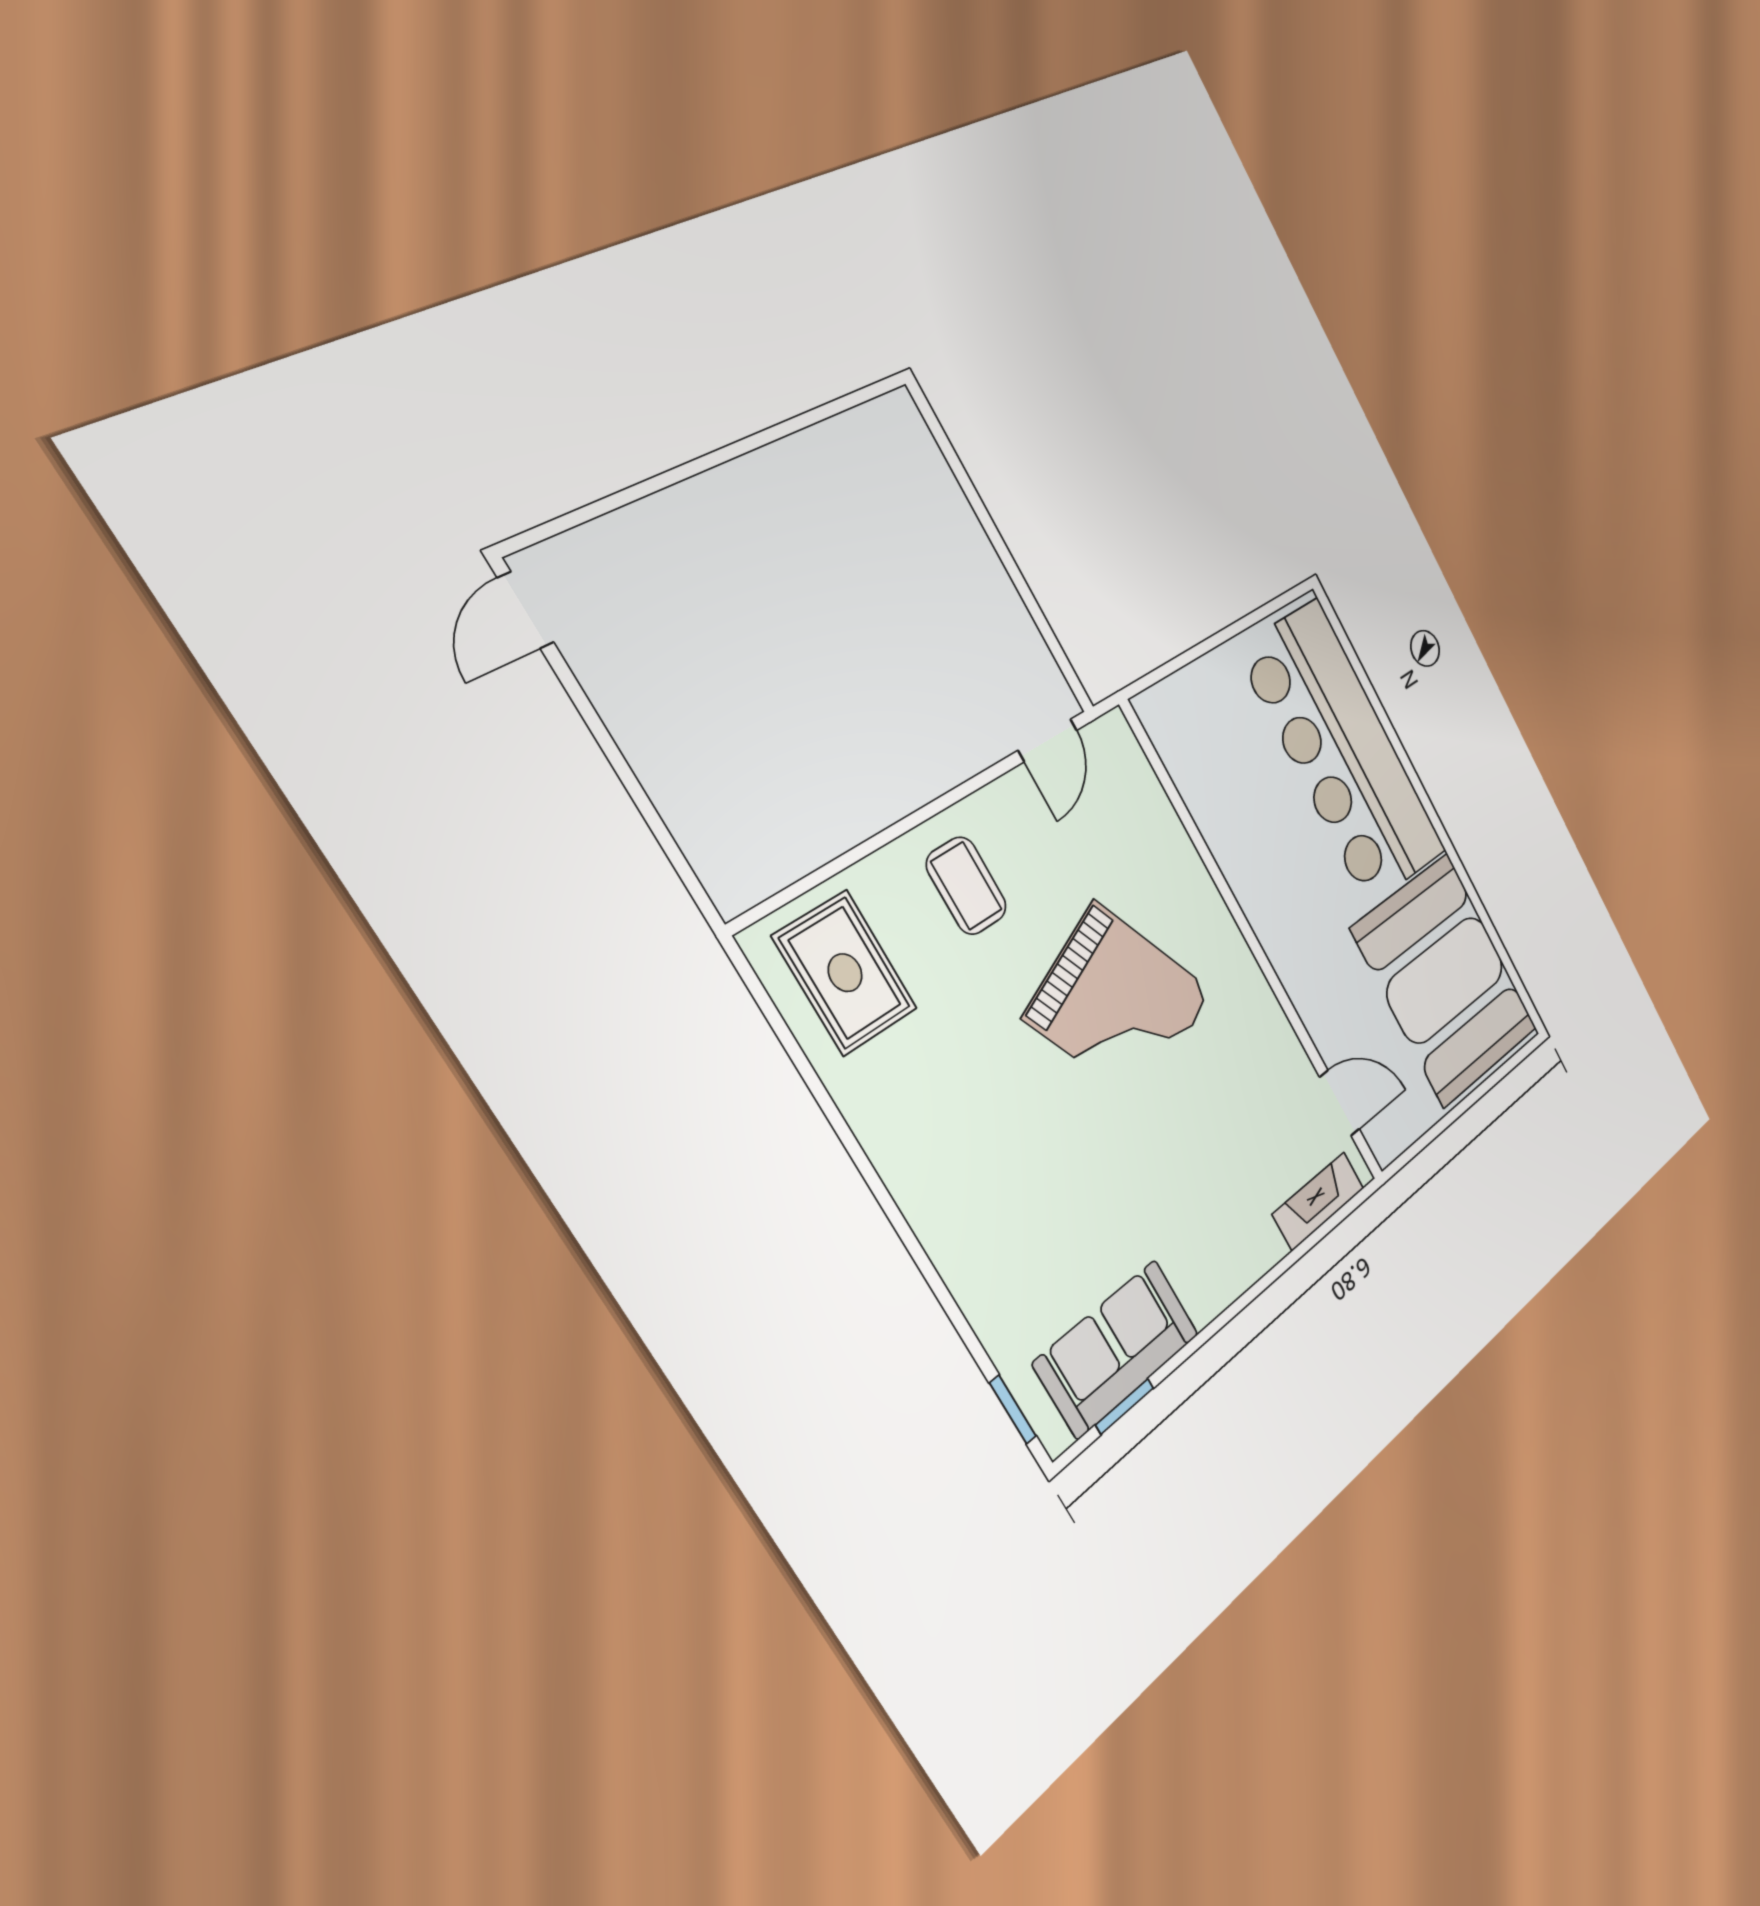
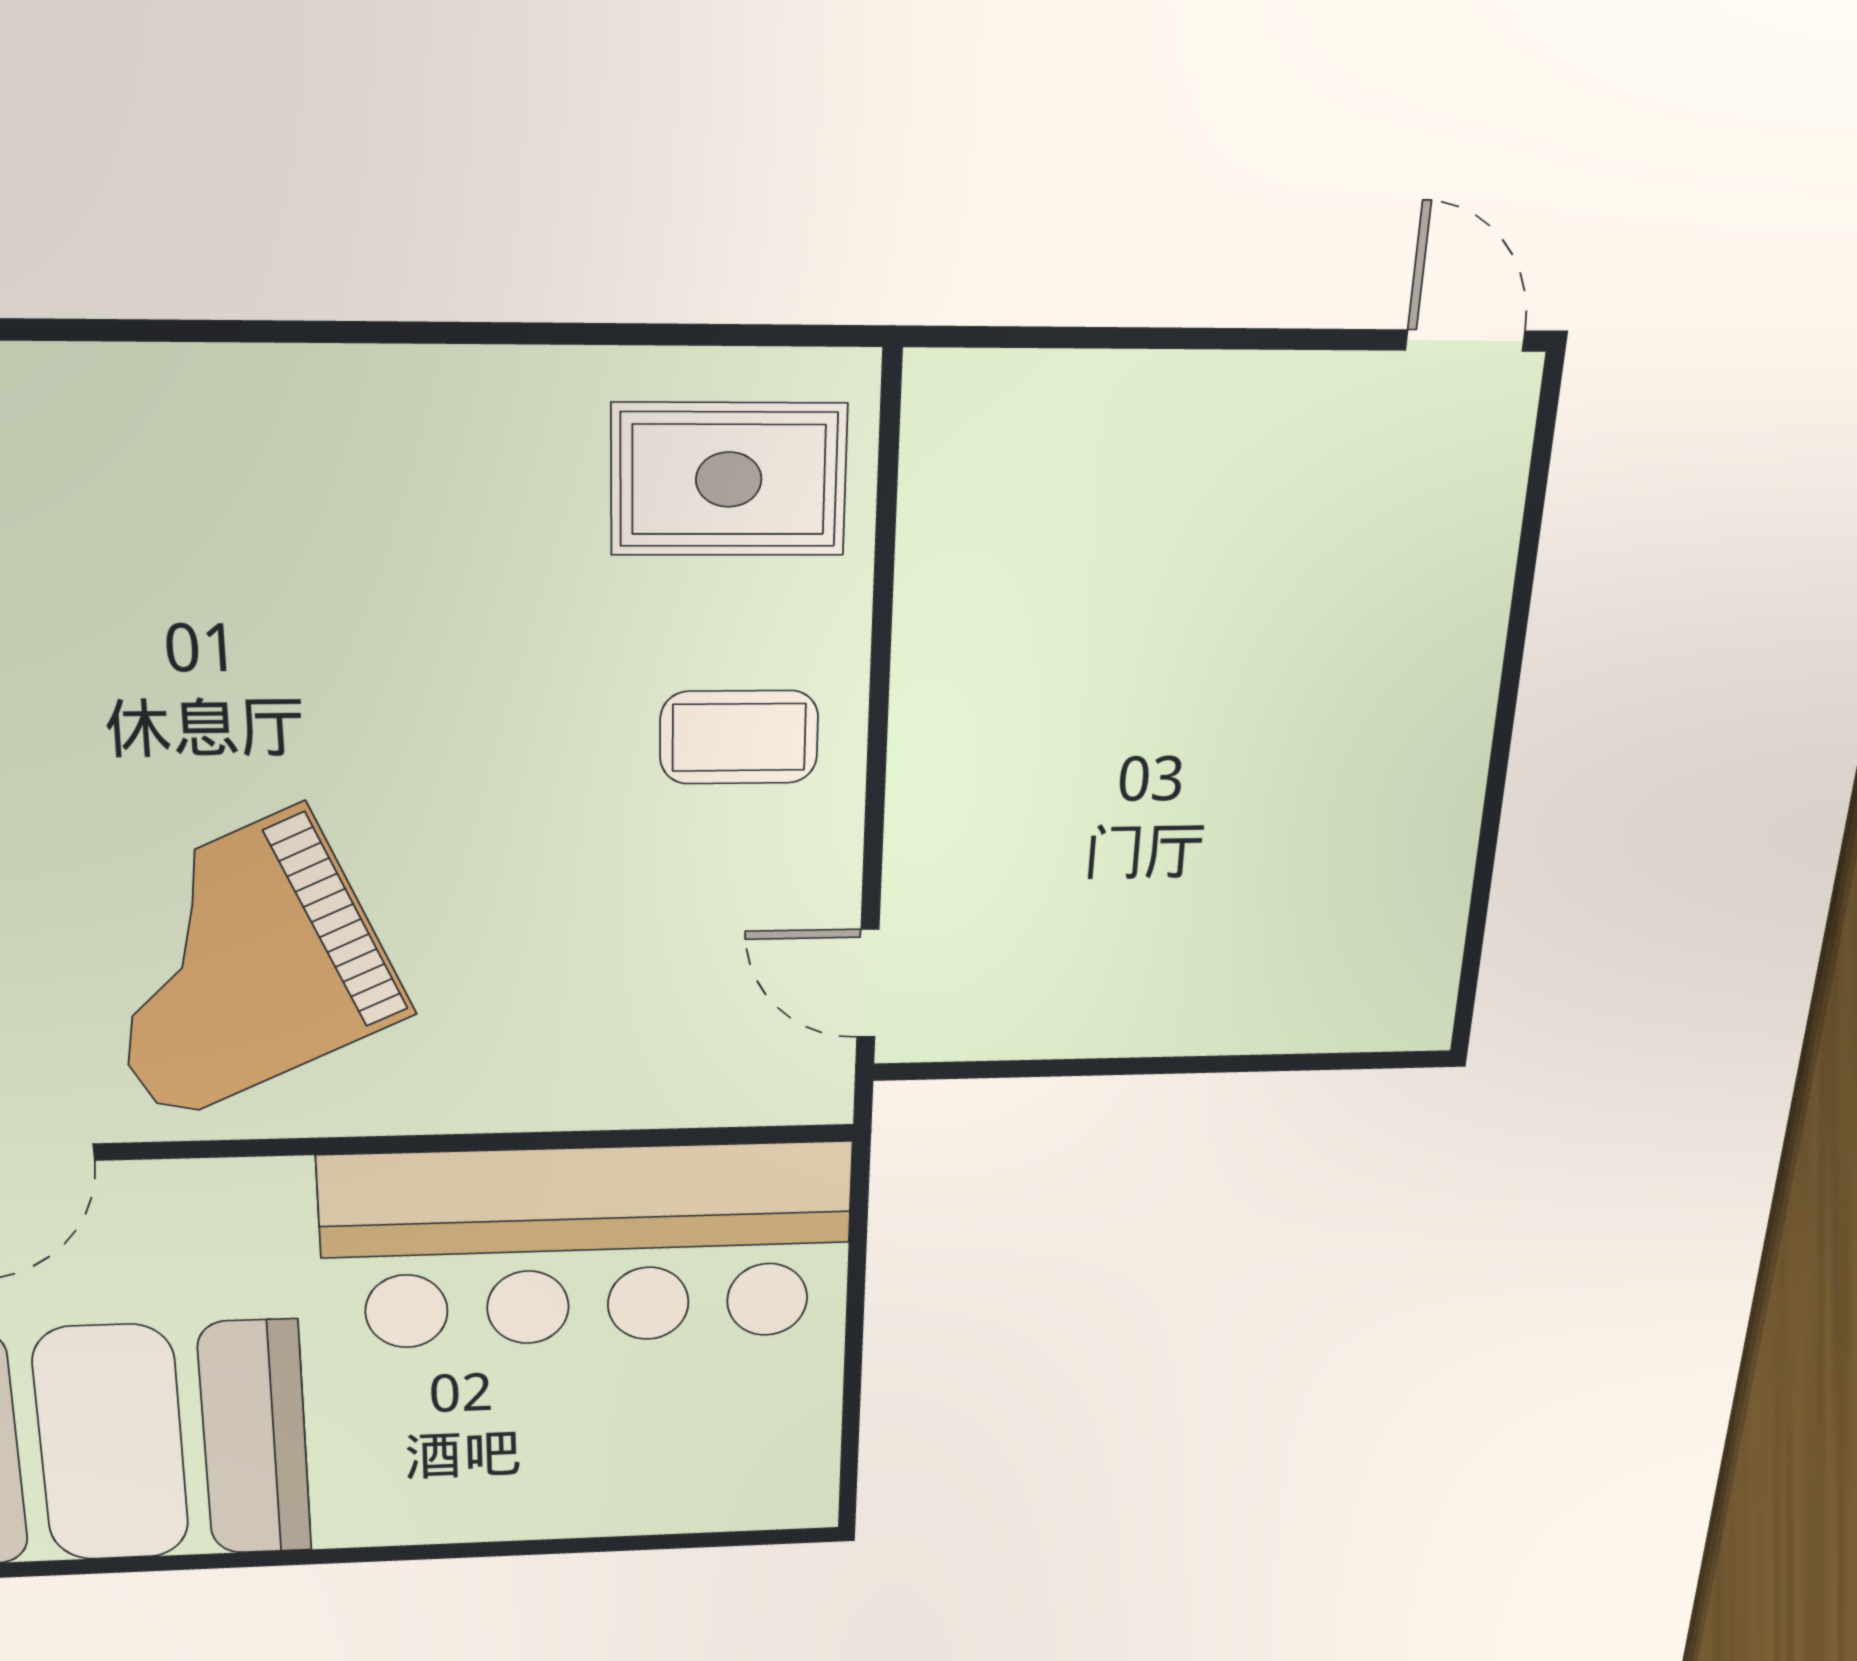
bar counter: (1343, 753) -> (588, 1246), moved, turned 180
grand piano: (1119, 1004) -> (233, 966), moved

